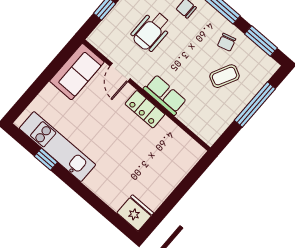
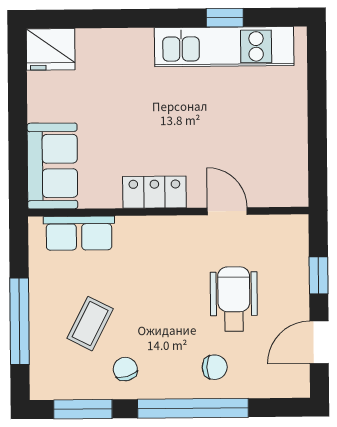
sofa: (77, 72) -> (52, 166), moved, turned 180
row of seats: (165, 95) -> (79, 233), moved

